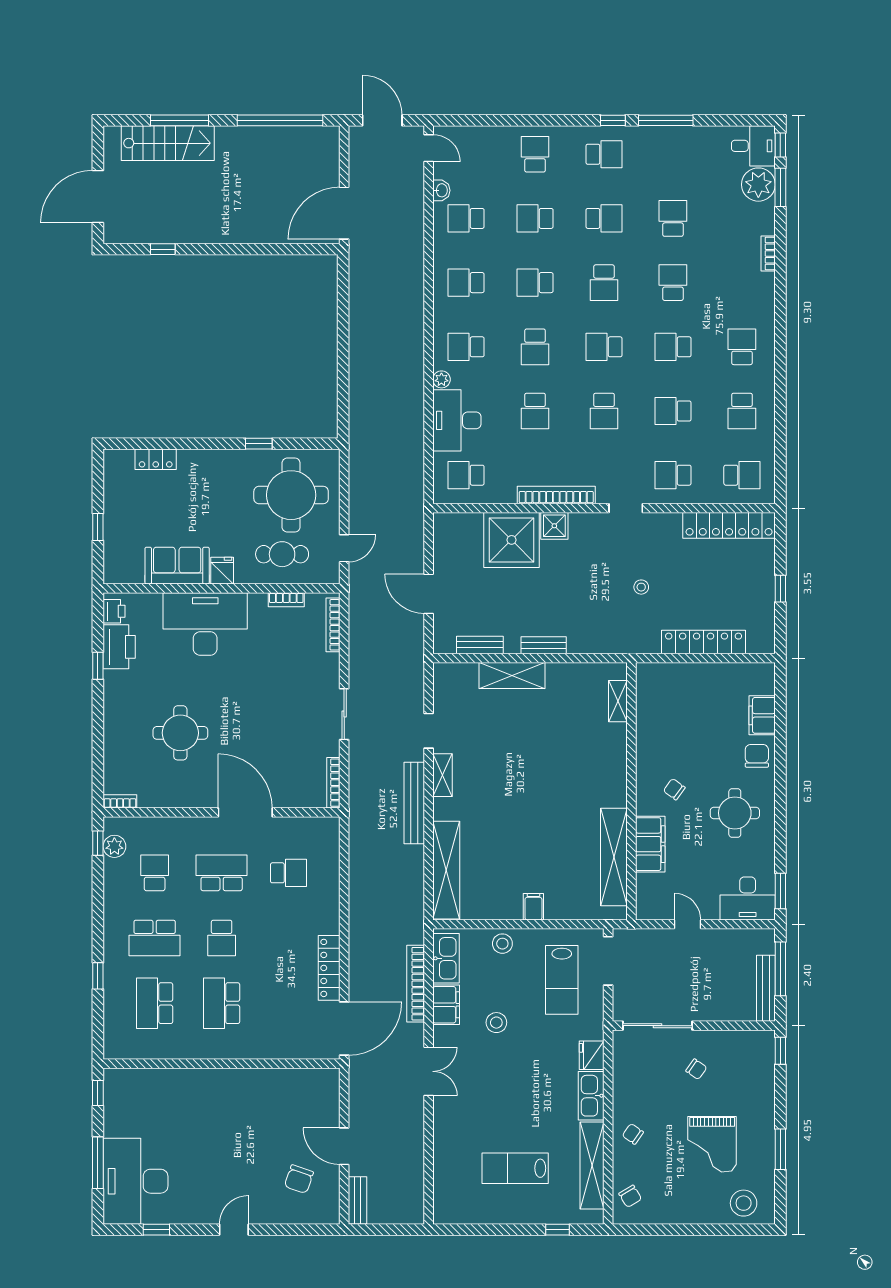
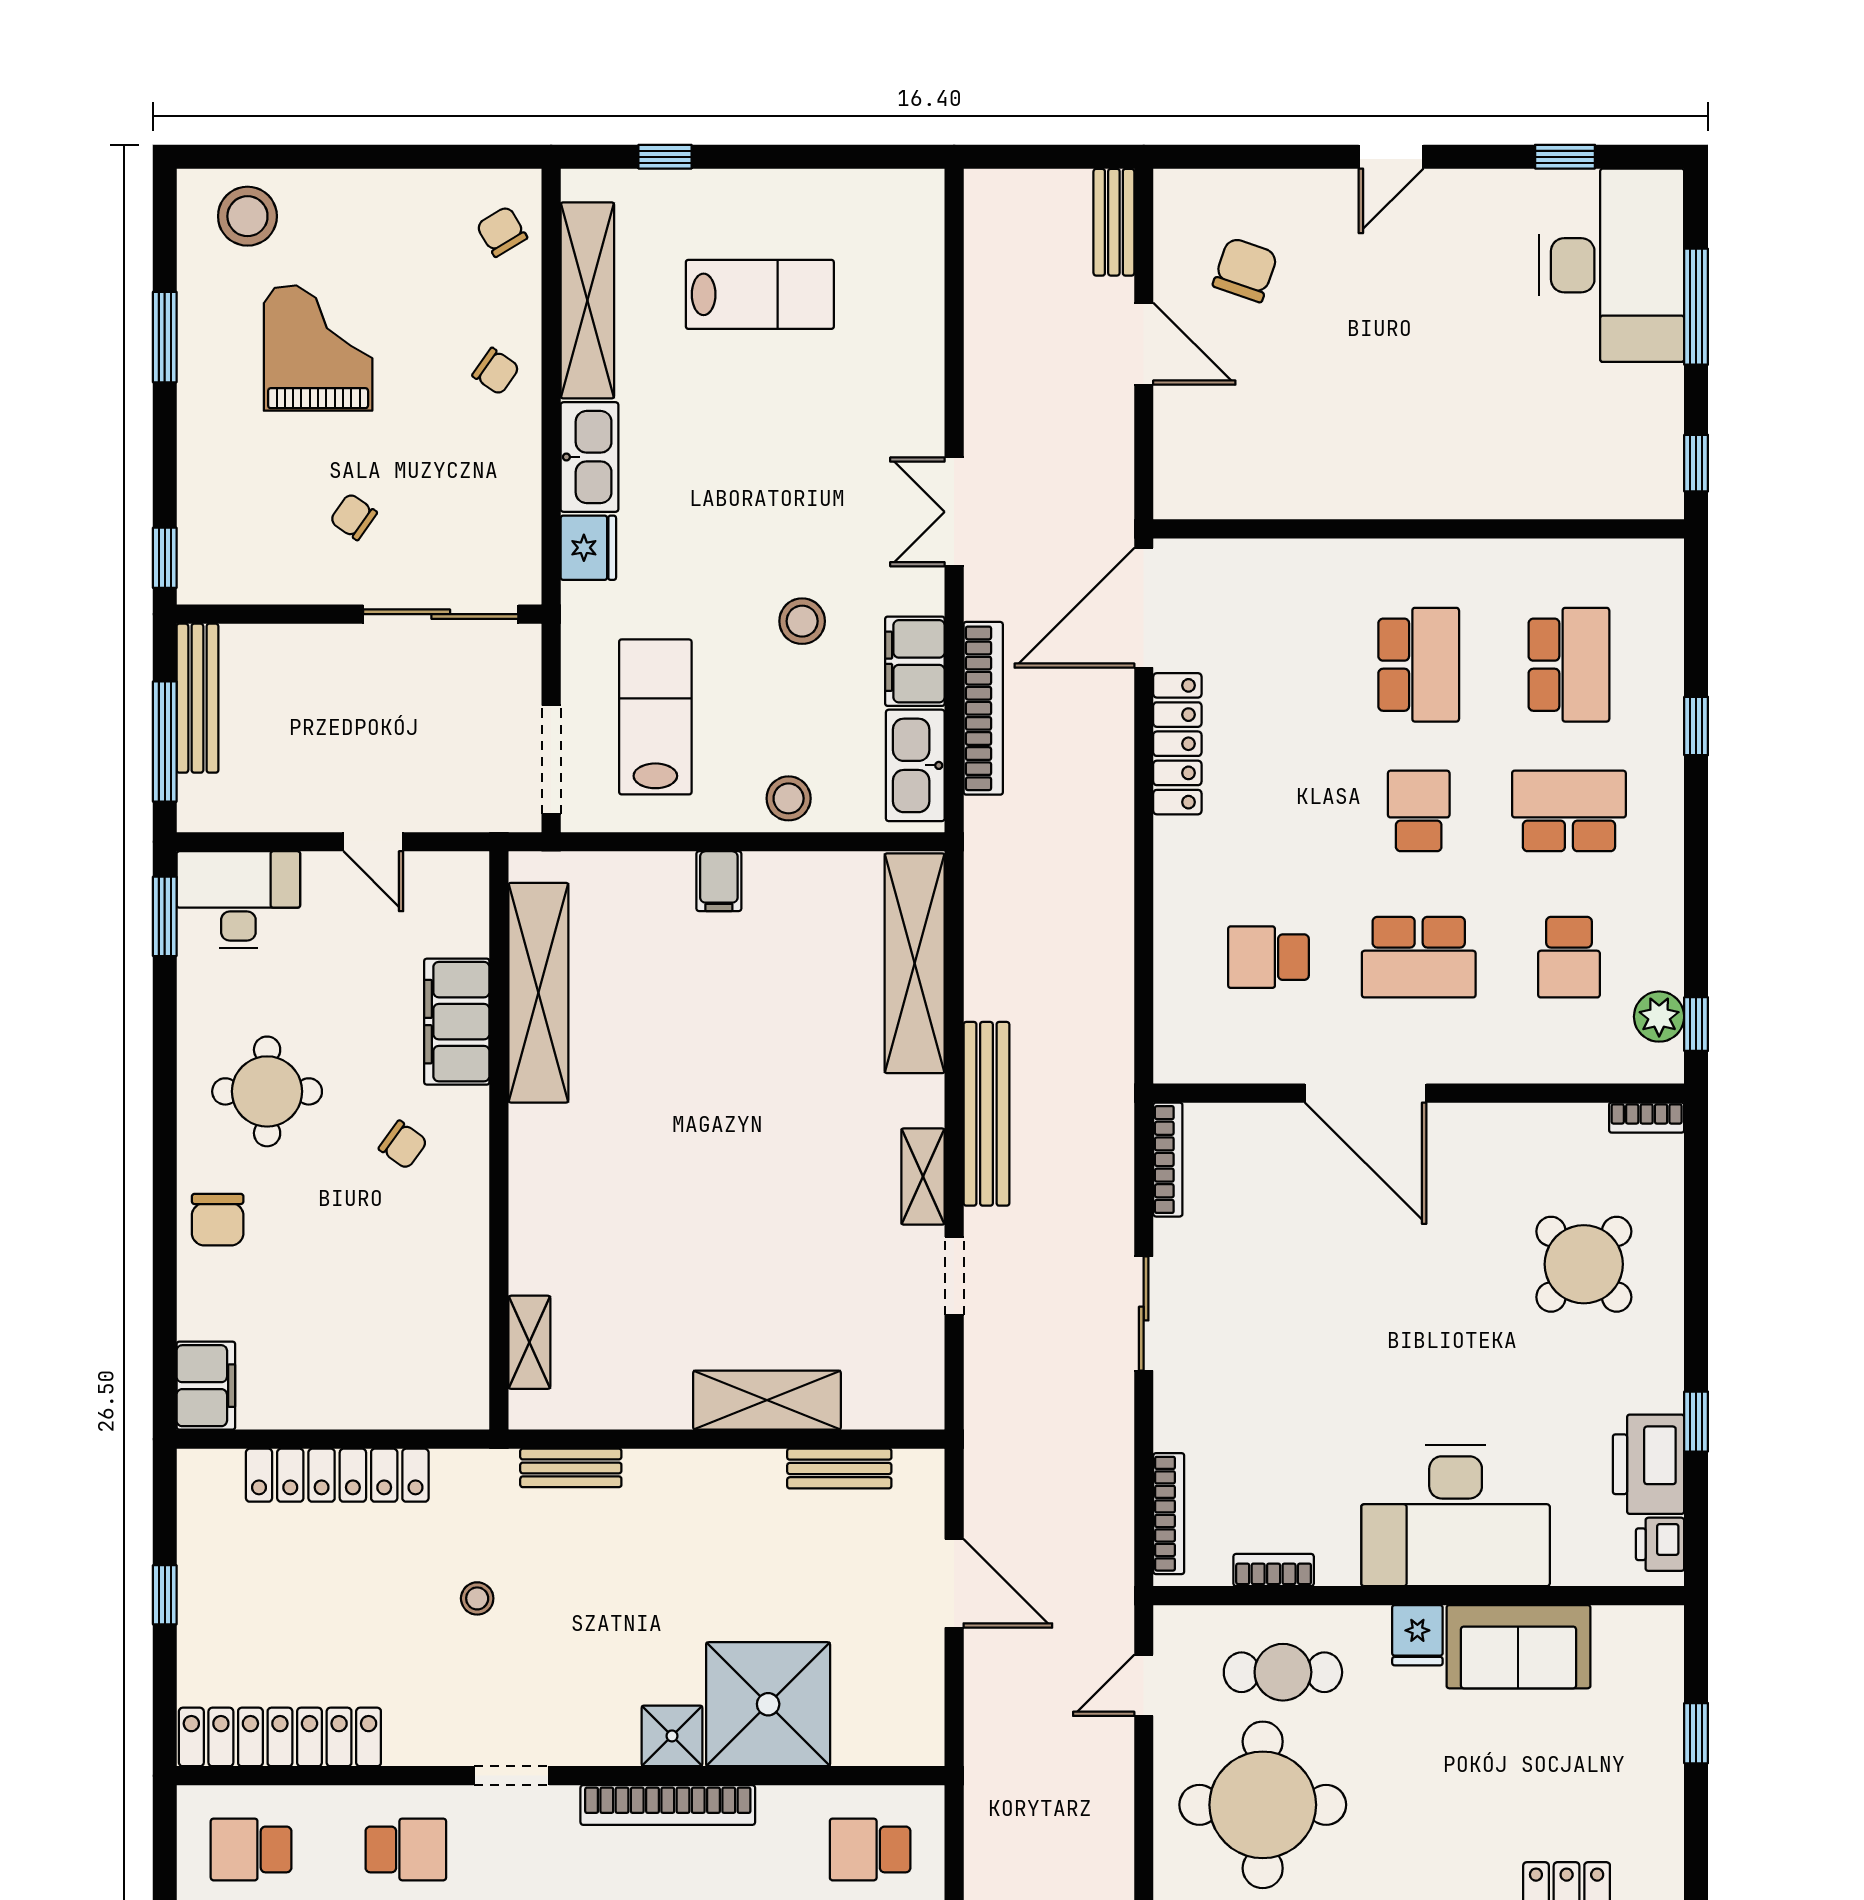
school desk: (466, 475) -> (870, 1849), turned 180
bench: (544, 645) -> (571, 1468), moved
filing cabinet: (762, 715) -> (206, 1386), moved
round table: (180, 733) -> (1584, 1264), moved, turned 45

